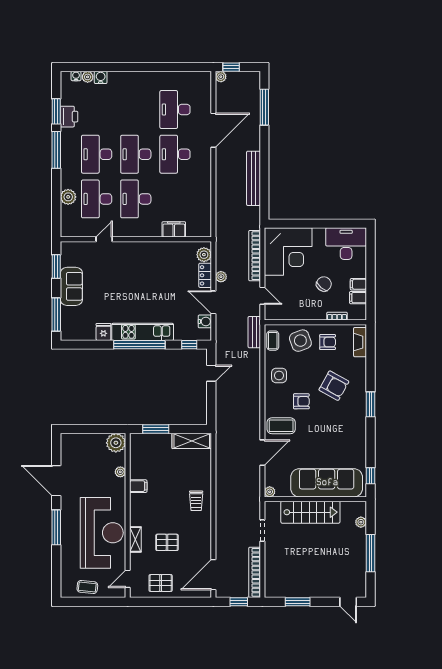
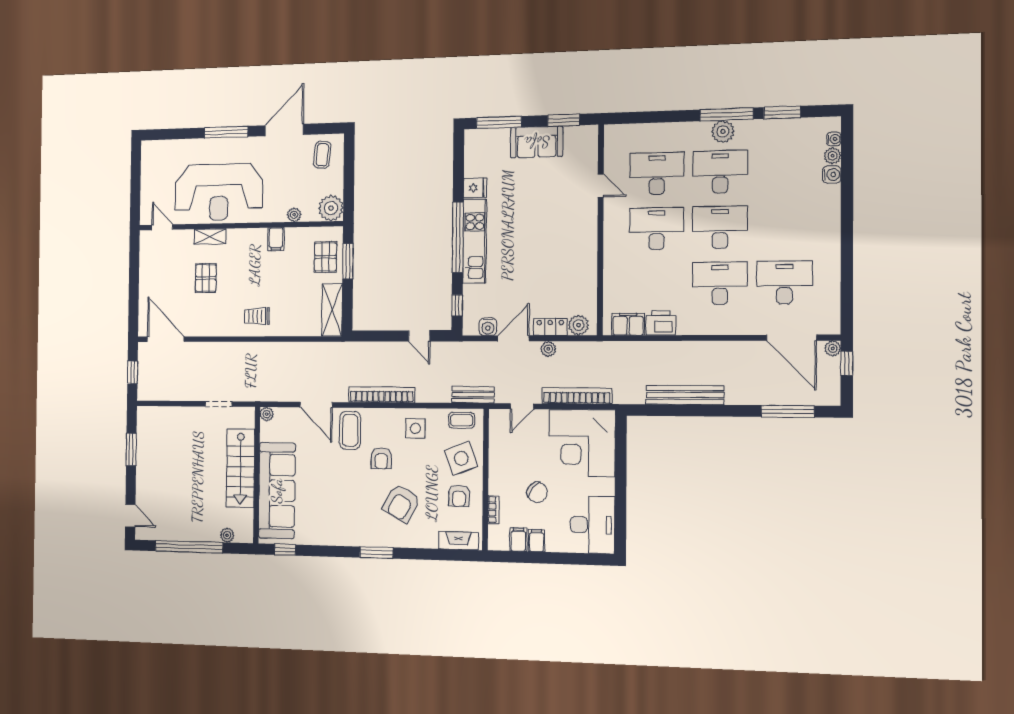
printer: (69, 117) -> (661, 323), moved, turned 180
door: (213, 130) -> (792, 338), moved
plant: (68, 197) -> (723, 131), moved
filing cabinet: (174, 229) -> (628, 324), moved, turned -90
window: (370, 553) -> (189, 547), width x1.46
bookcase: (255, 572) -> (382, 395), moved
pallet: (161, 583) -> (325, 257), moved
coffee table: (87, 587) -> (322, 155), moved
door: (348, 602) -> (130, 516), swing flipped

